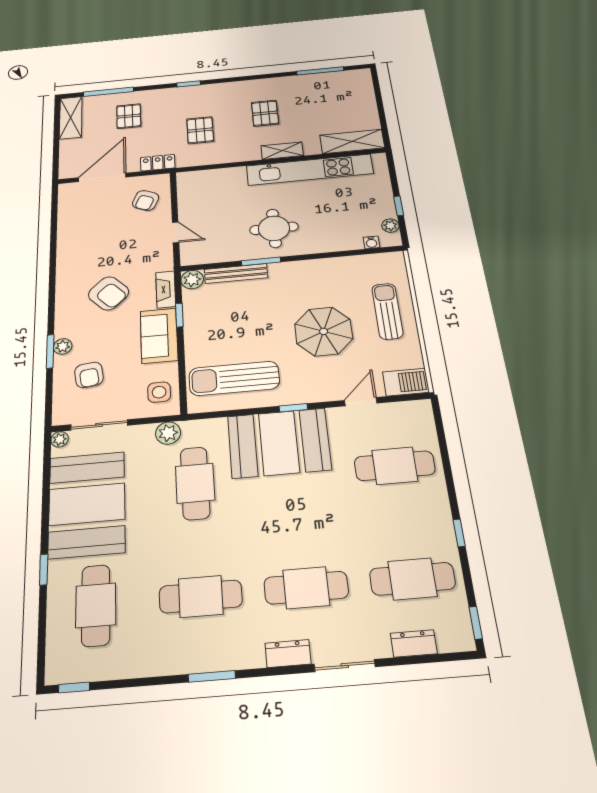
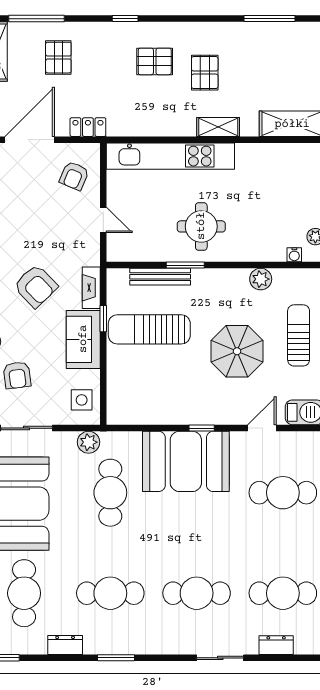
pallet: (200, 130) -> (155, 61), moved, turned 90
kitchen unit: (310, 170) -> (170, 156), moved
plant: (192, 280) -> (261, 279), moved
sun lounger: (234, 378) -> (149, 329), moved
dresser: (288, 654) -> (65, 645), moved

